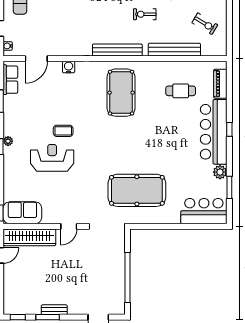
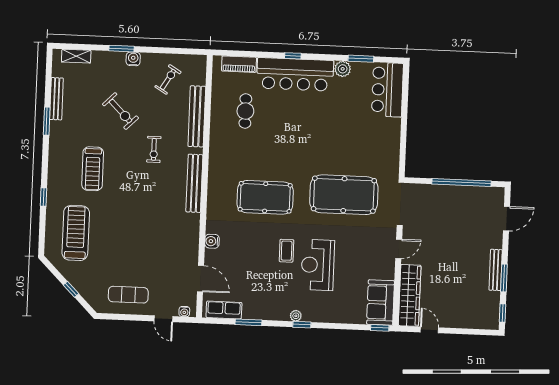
pool table: (121, 93) -> (265, 197), moved
pool table: (137, 190) -> (344, 195), moved, turned 90
door: (69, 226) -> (399, 249), hinge flipped
bench: (54, 310) -> (496, 270), width x1.36

